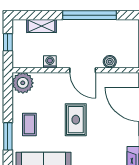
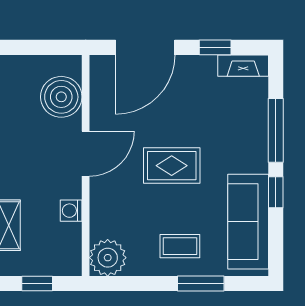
boiler: (110, 62) -> (61, 97), width x1.86, depth x1.86

